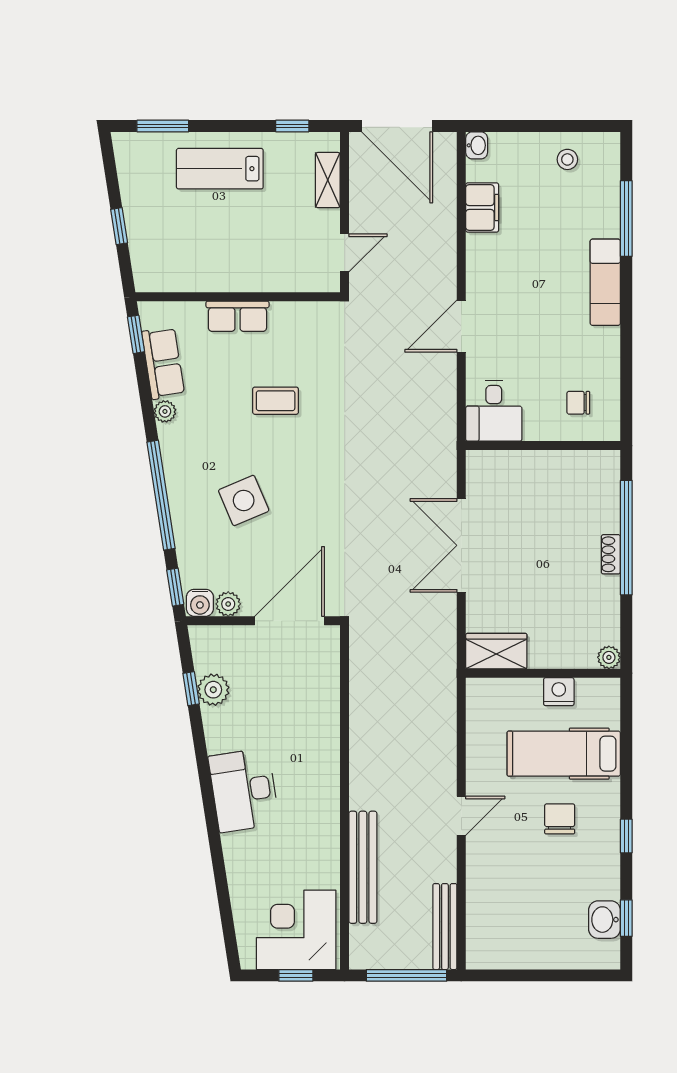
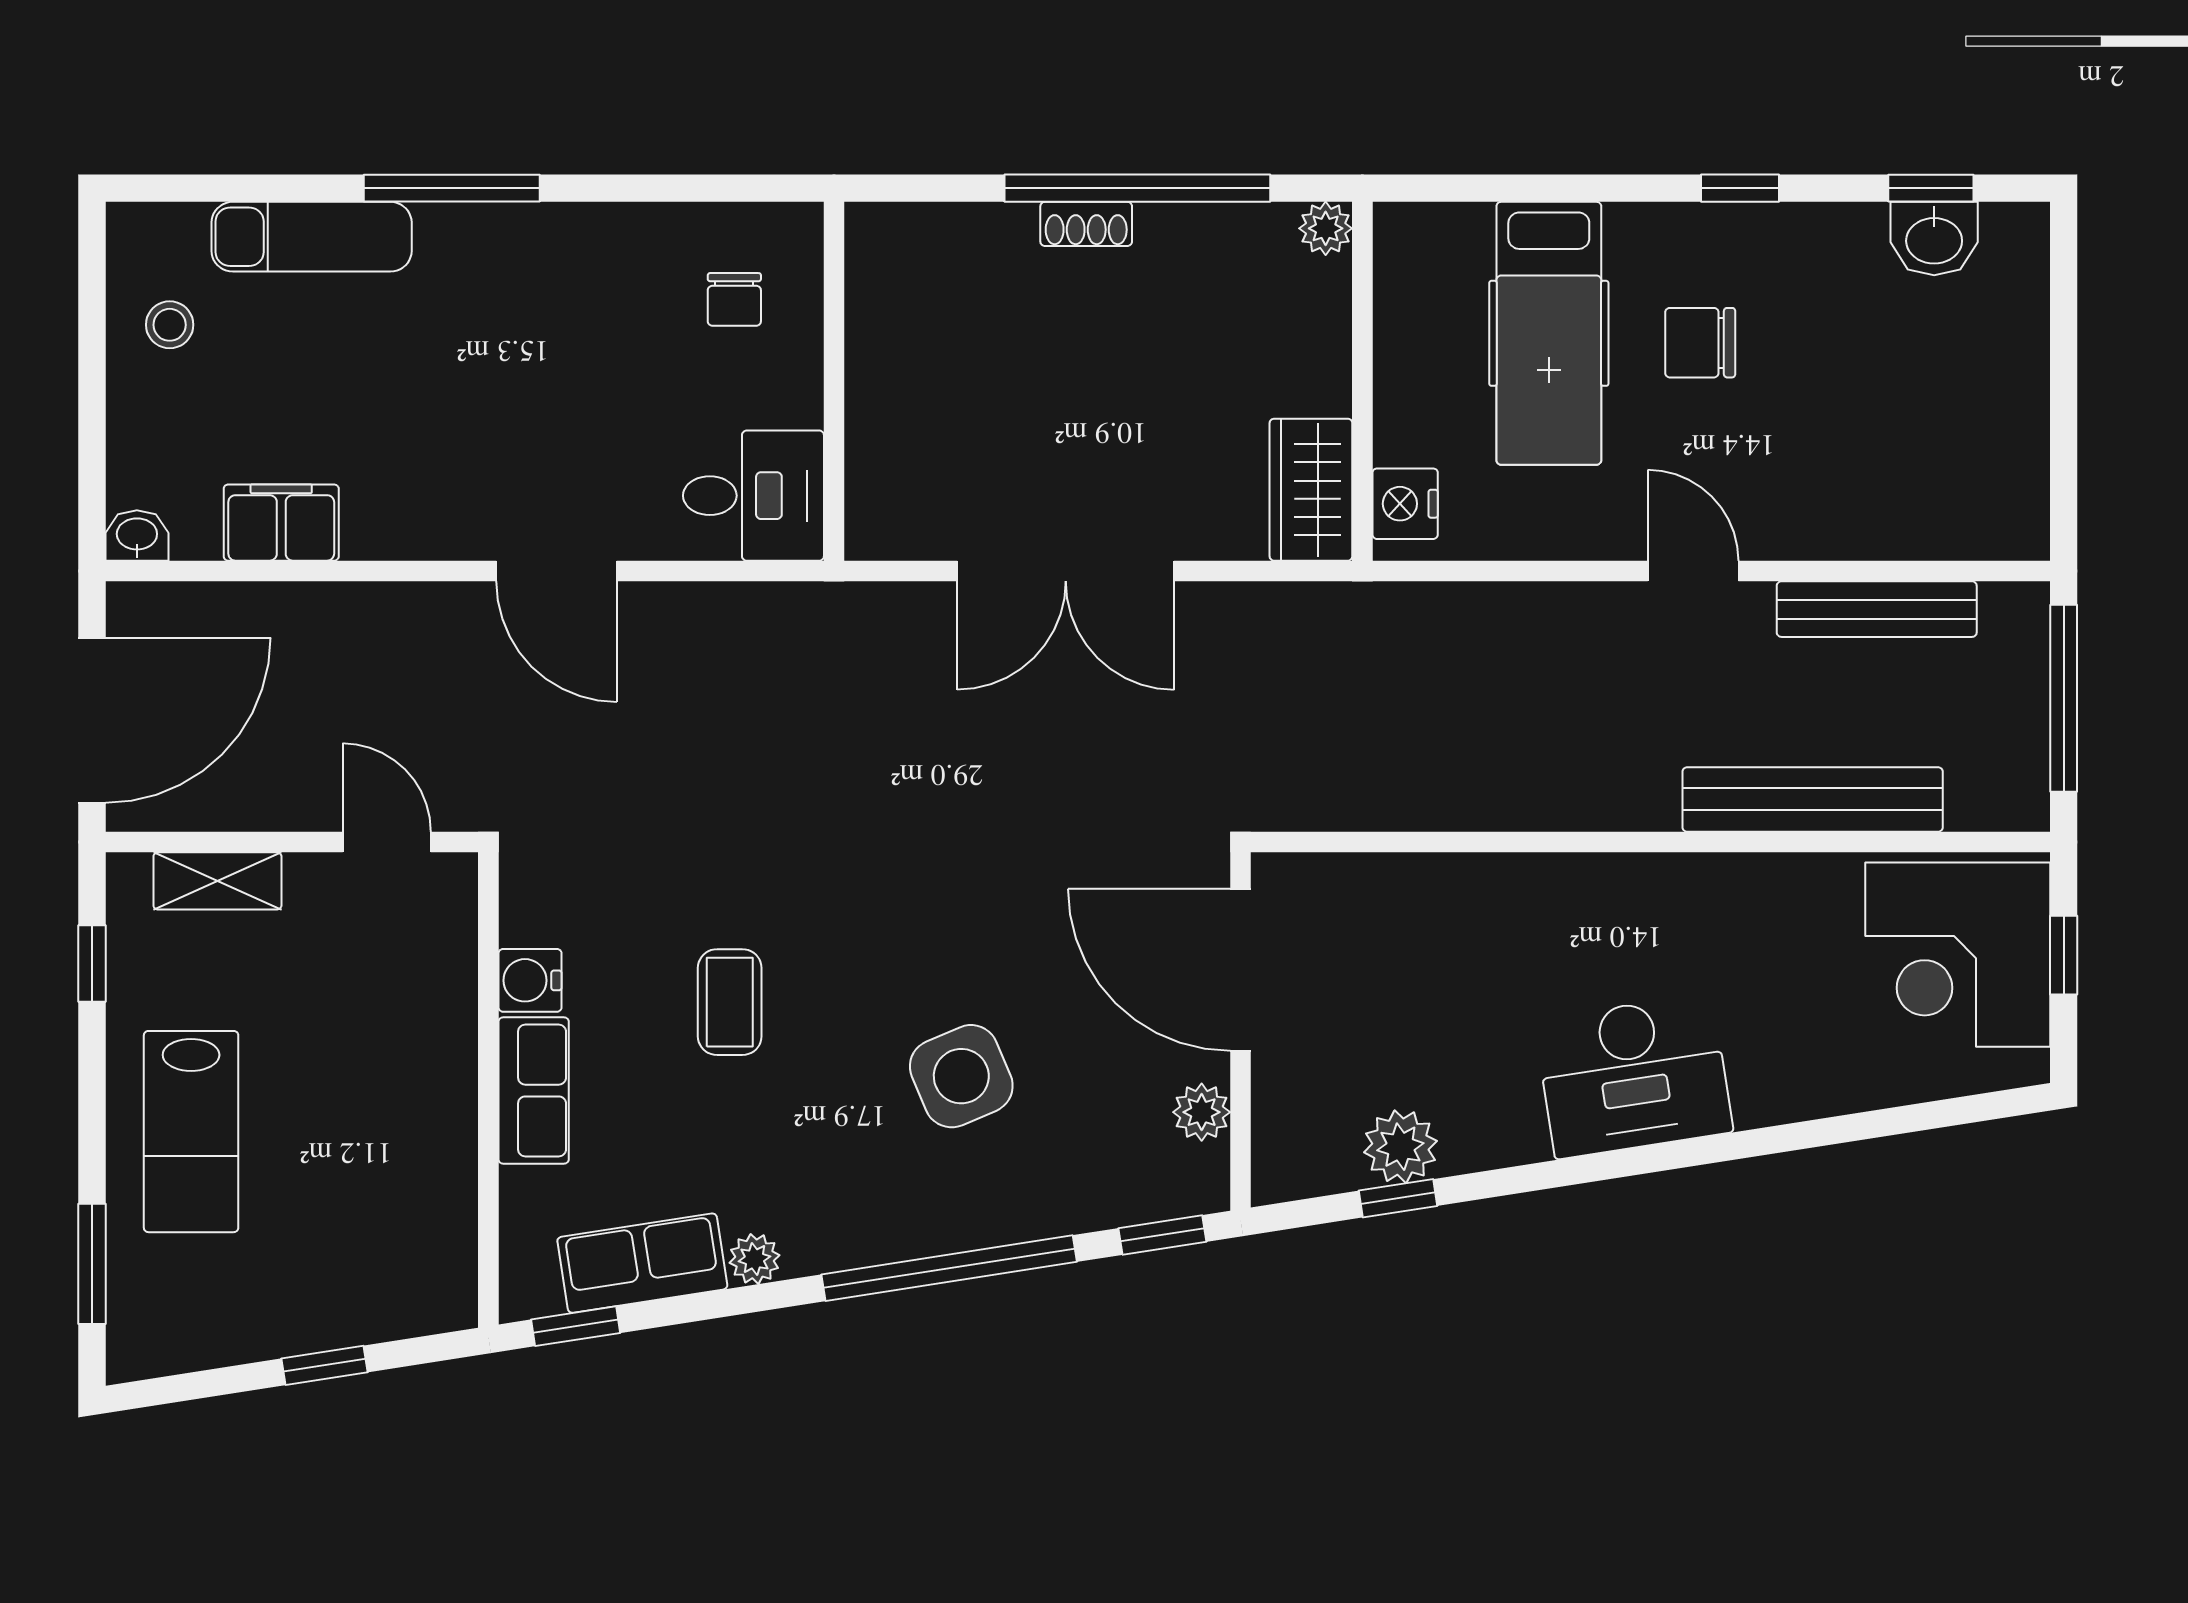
window: (626, 219) -> (452, 188), moved
exam couch: (605, 282) -> (312, 237), moved
window: (626, 538) -> (1137, 188), moved
water cooler: (200, 603) -> (530, 980), moved, turned 180
nightstand: (559, 692) -> (1405, 504), moved
bench: (445, 927) -> (1877, 609), moved

